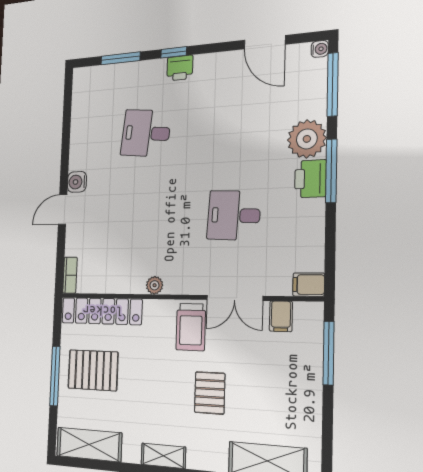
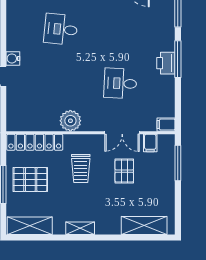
plant: (307, 139) -> (163, 40), removed
bookcase: (70, 275) -> (11, 120), removed
plant: (155, 285) -> (70, 121), width x1.88, depth x1.88
trolley: (191, 327) -> (81, 169), moved
pallet: (210, 393) -> (124, 171), moved

